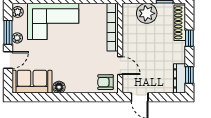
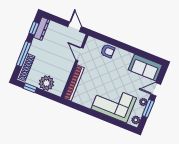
window: (189, 38) -> (24, 54), width x2.17
armchair: (106, 82) -> (108, 51), moved
floor lamp: (59, 87) -> (128, 56), removed

